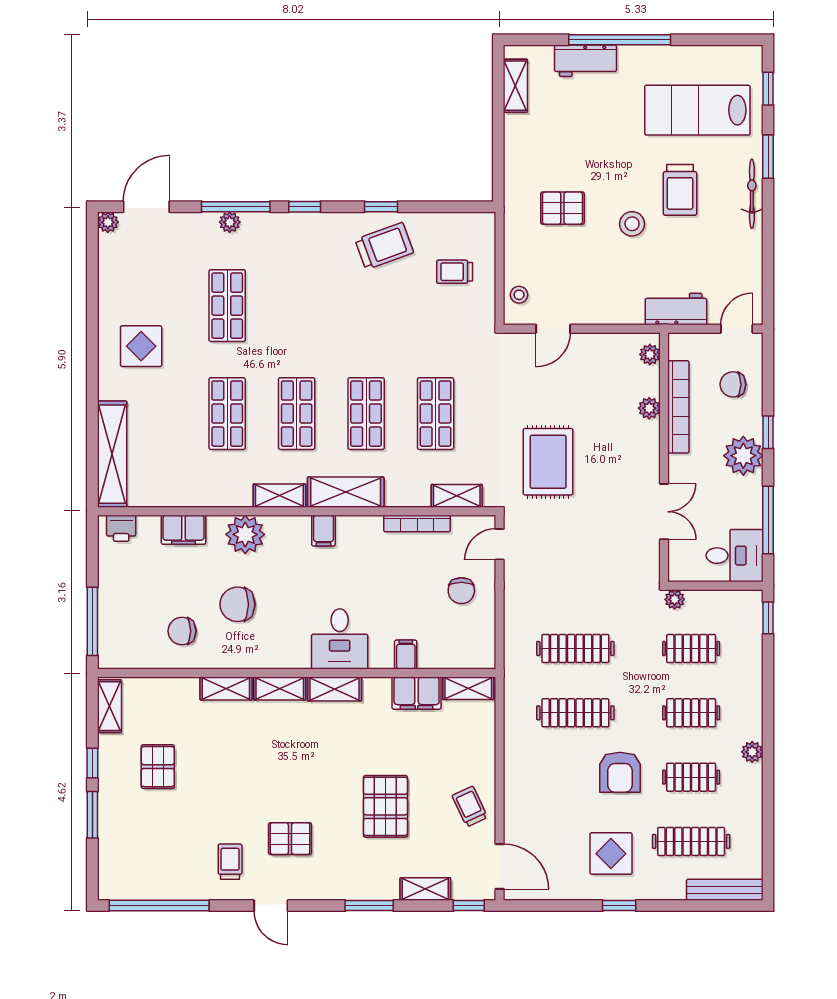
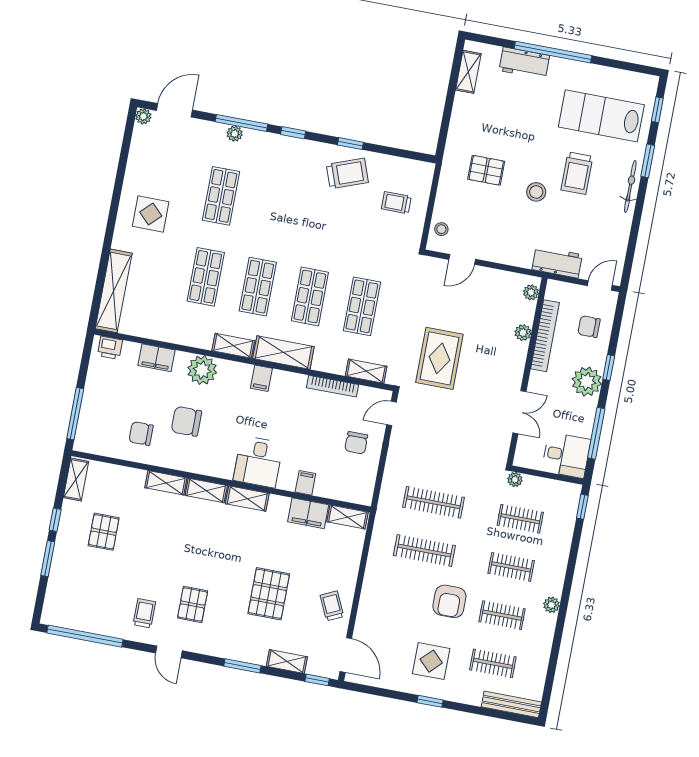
pallet: (290, 839) -> (193, 604), turned 90
clothes rail: (691, 841) -> (493, 663), width x0.73

